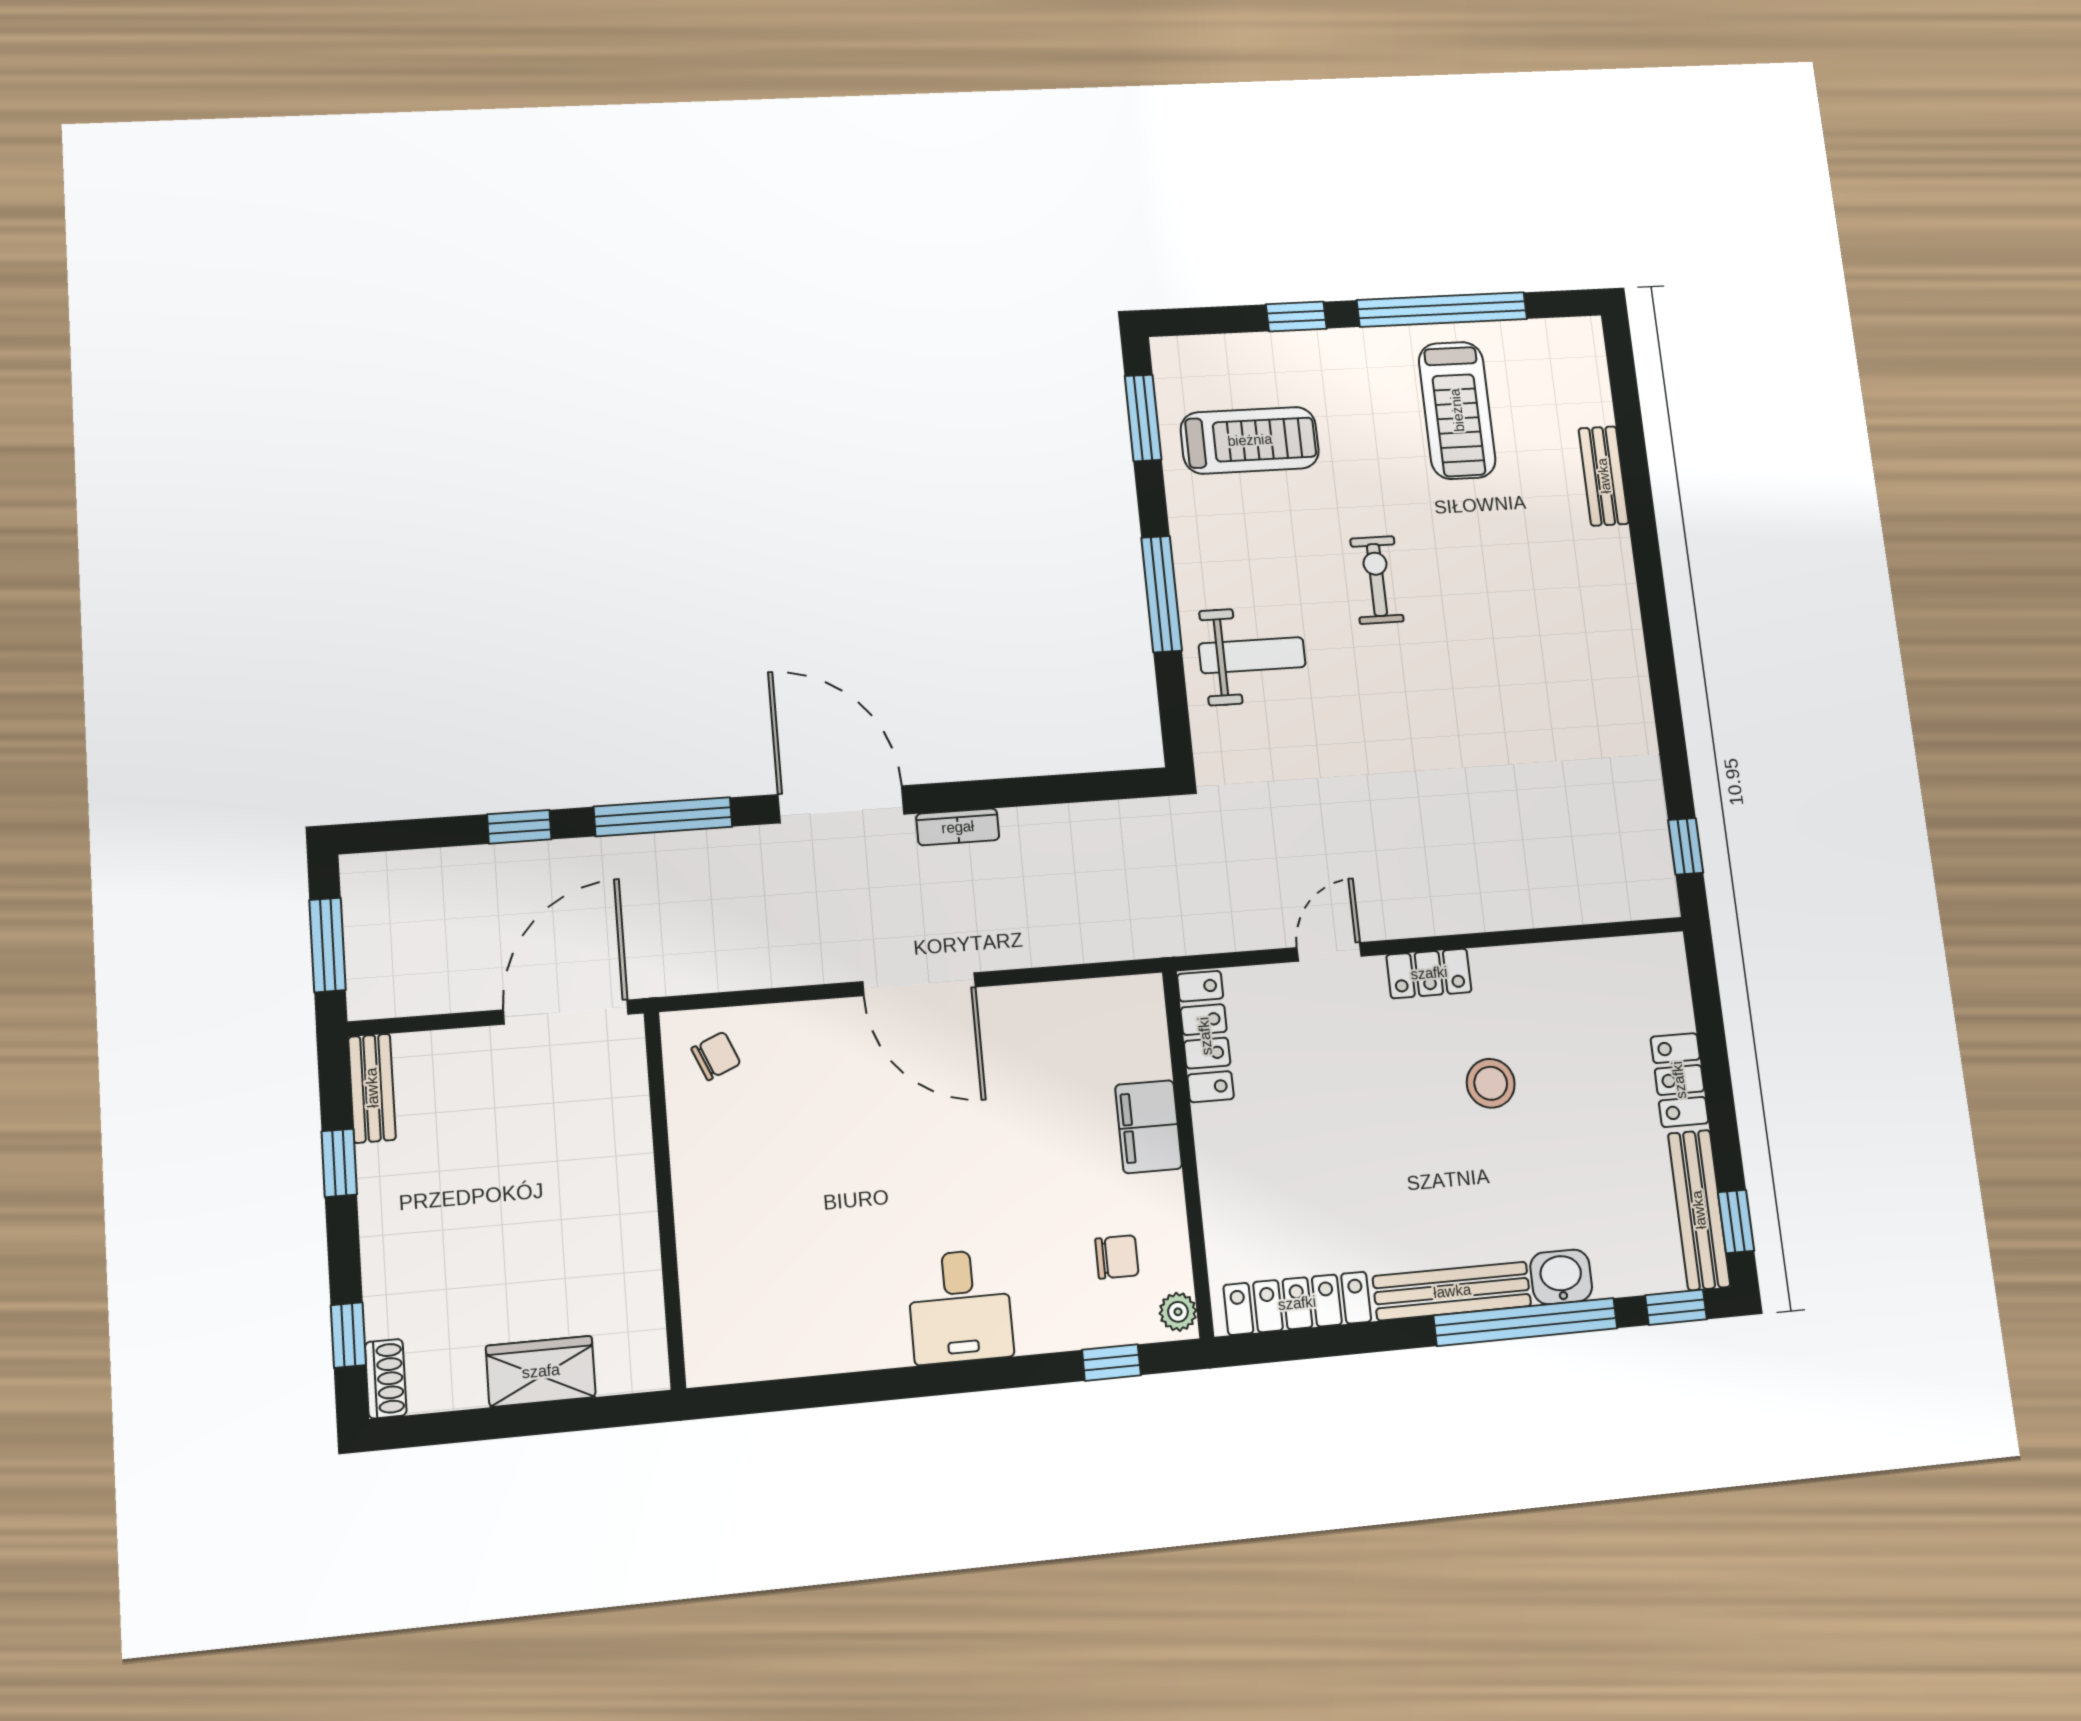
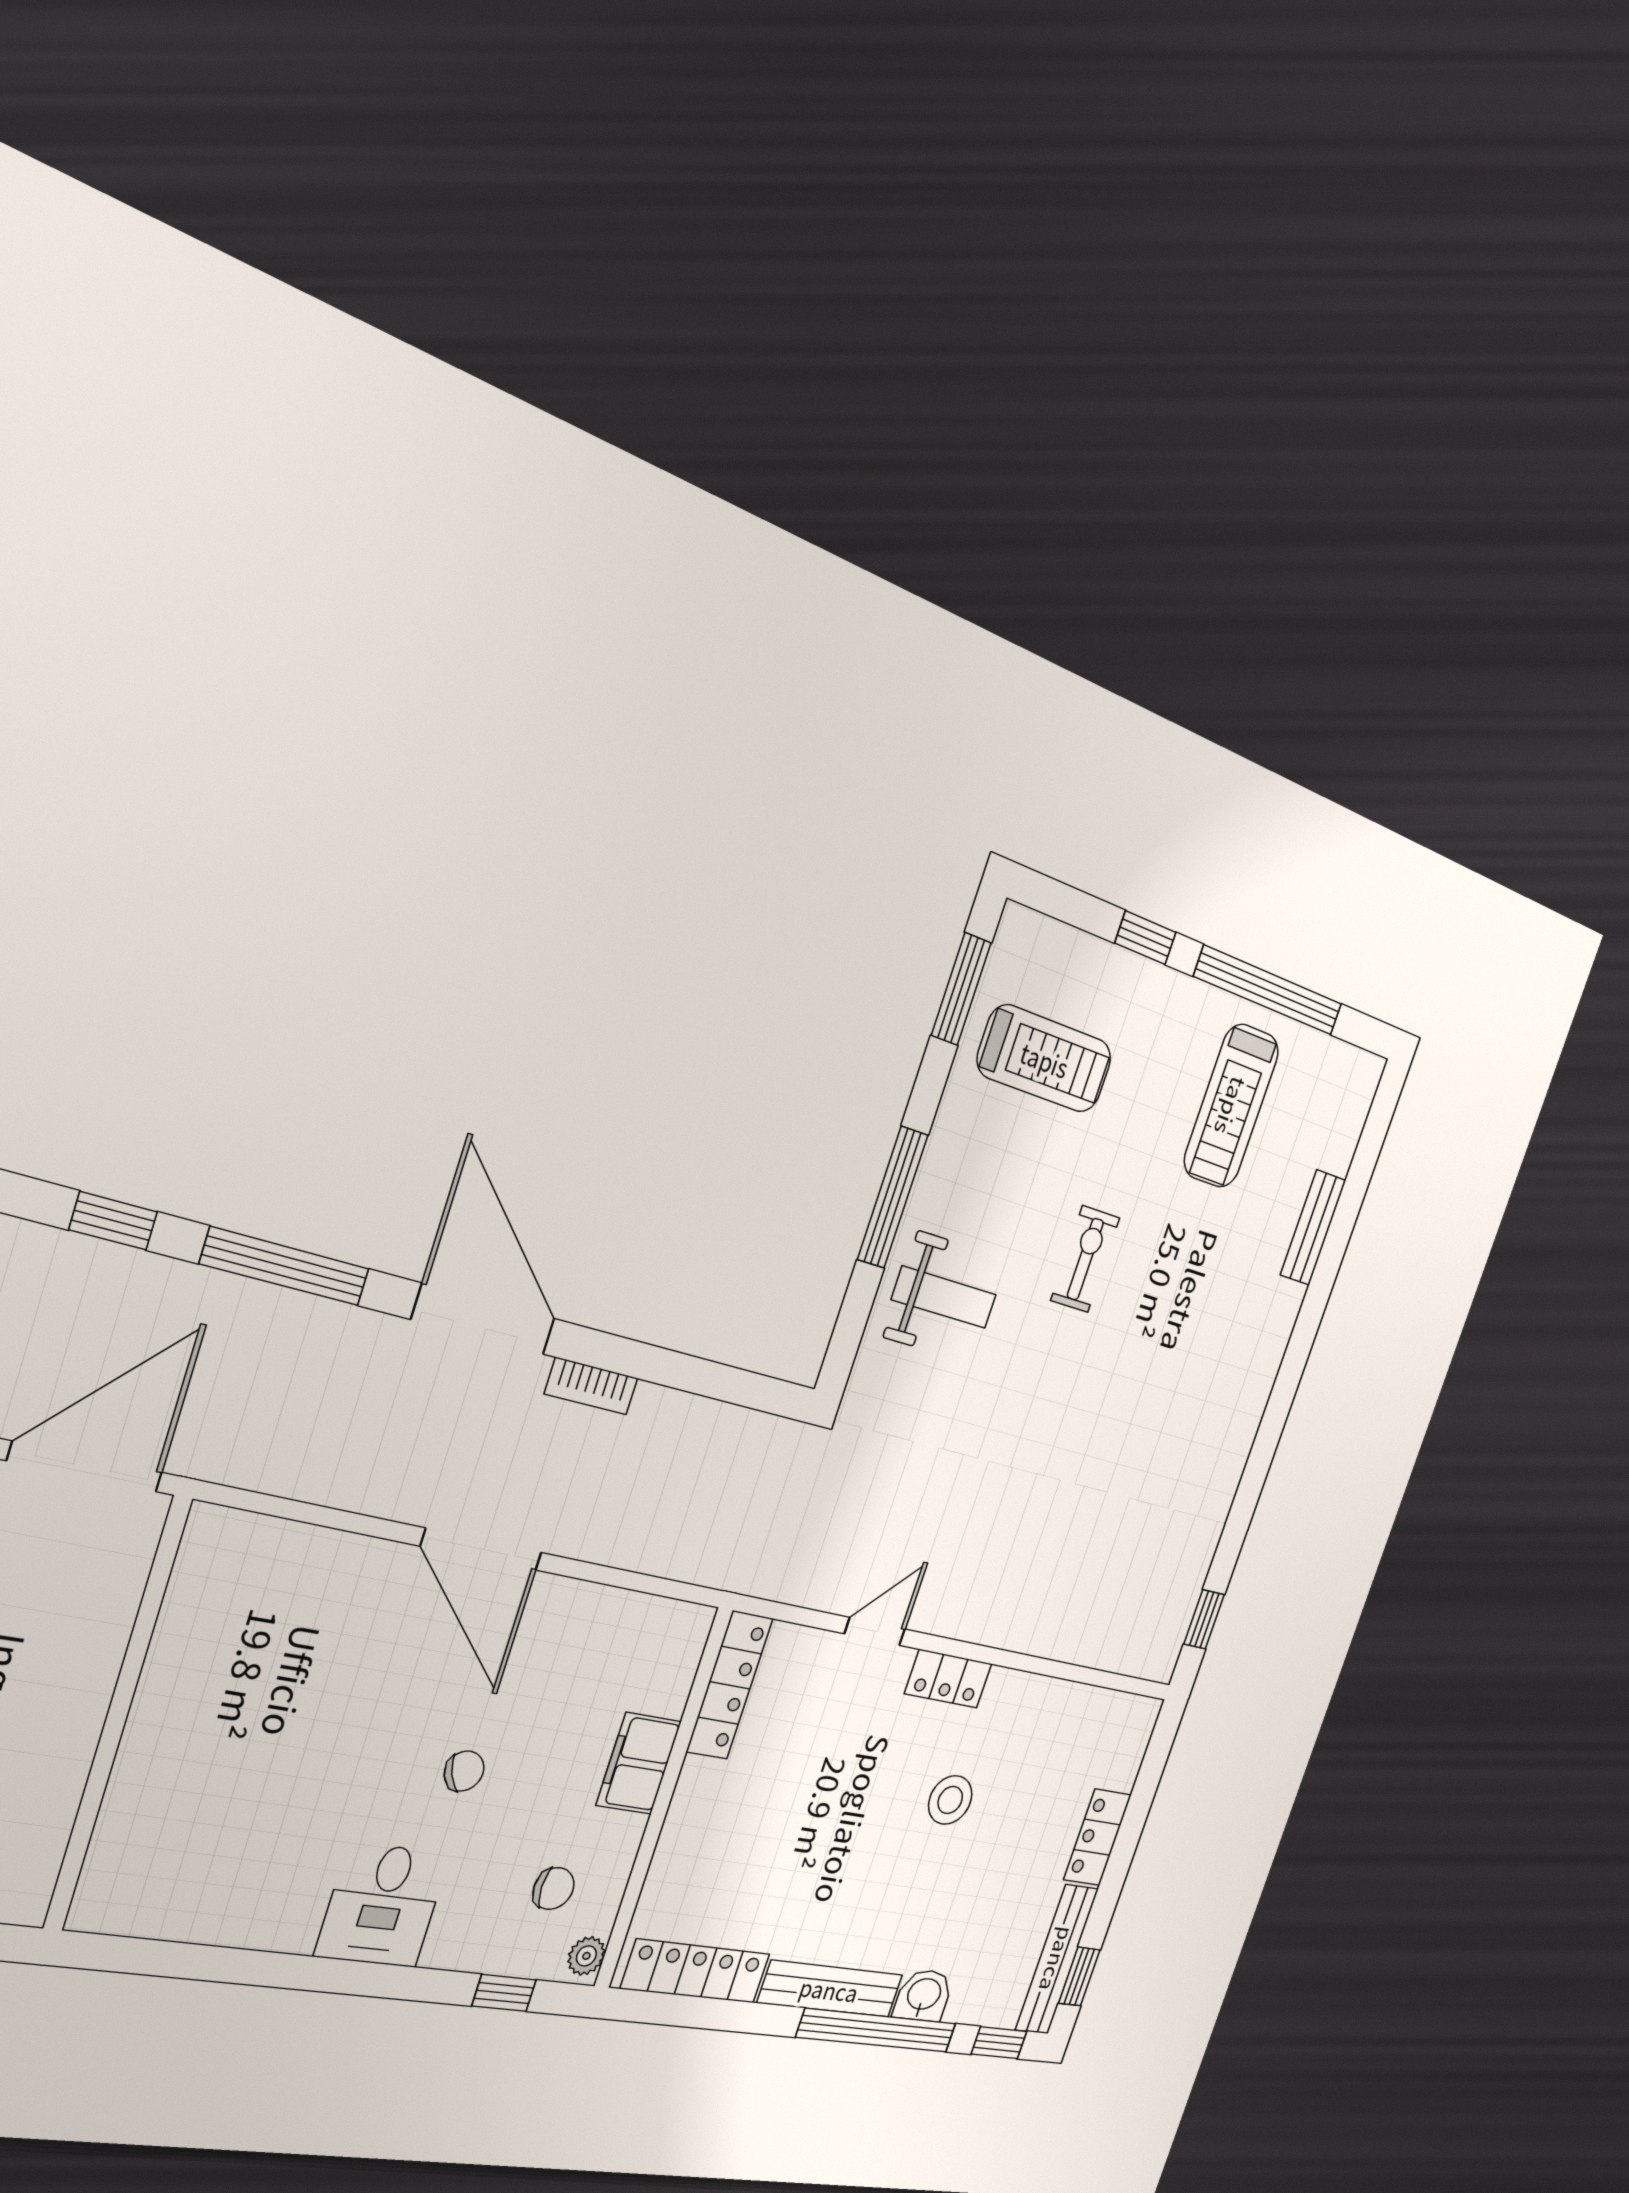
chair: (716, 1056) -> (464, 1771), moved

